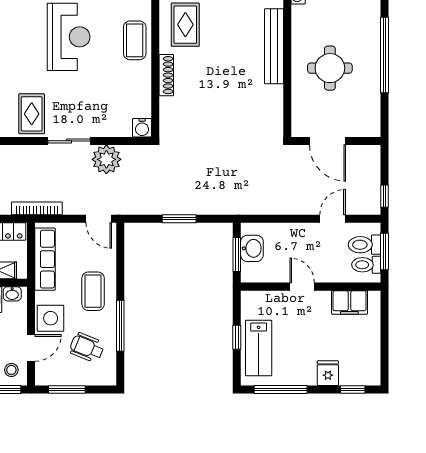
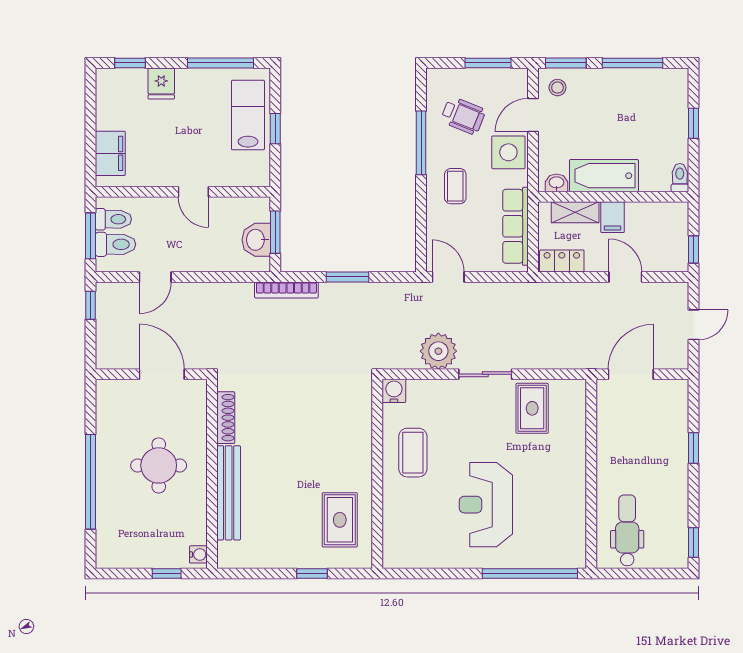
coffee table: (135, 40) -> (413, 453), moved
shoe rack: (166, 75) -> (226, 418), moved, turned 180
bookcase: (37, 208) -> (286, 290), moved
coffee table: (93, 291) -> (455, 186), width x0.73, depth x0.77
filing cabinet: (349, 302) -> (110, 153), moved, turned 90

